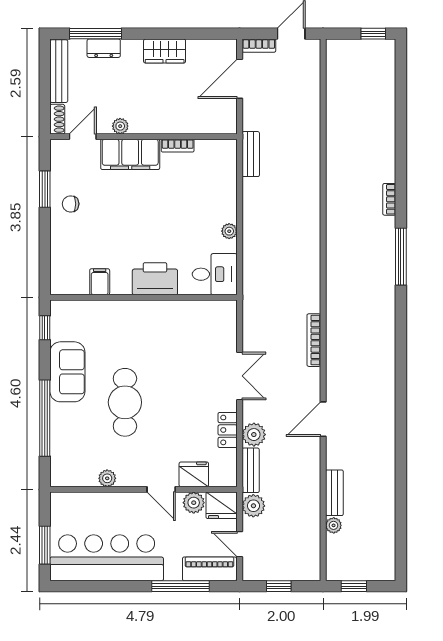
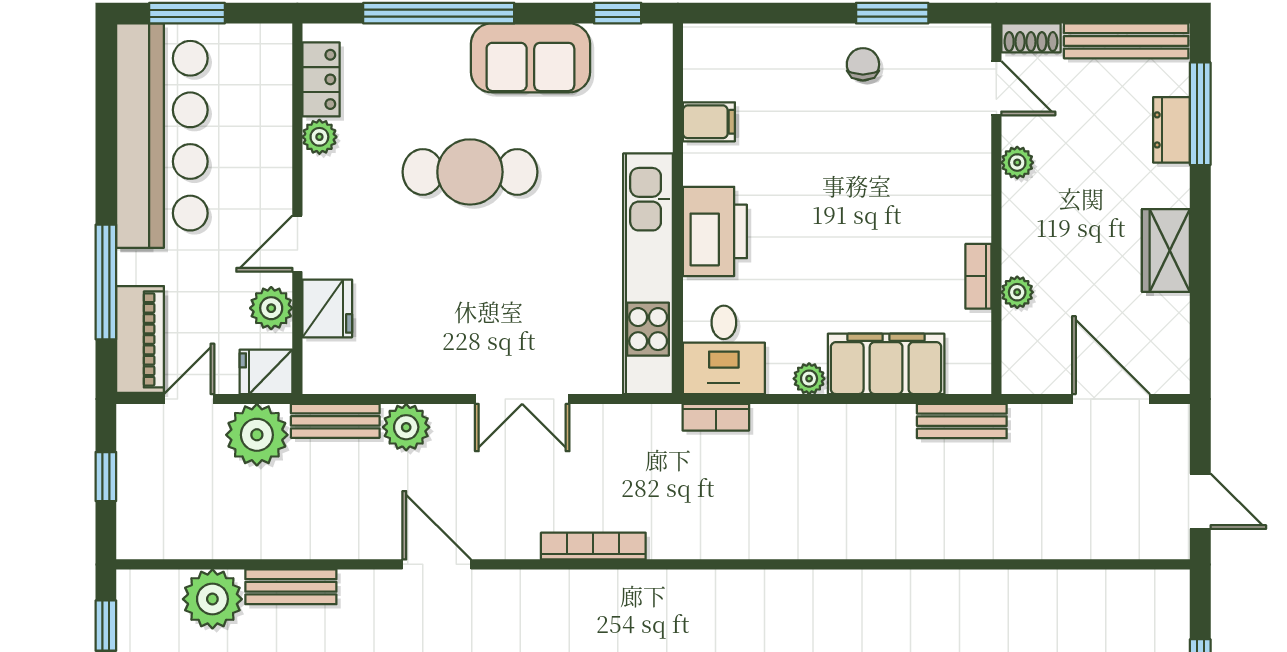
bookcase: (259, 46) -> (716, 417), moved, turned -90
plant: (186, 126) -> (1017, 292), added
filing cabinet: (130, 154) -> (886, 364), moved, turned 90
kitchen unit: (176, 312) -> (648, 274), added
locker: (228, 430) -> (321, 79), moved, turned 90
fridge: (222, 505) -> (266, 372), width x0.72
plant: (253, 506) -> (257, 435), width x1.36, depth x1.36
plant: (334, 525) -> (212, 599), width x1.87, depth x1.87

